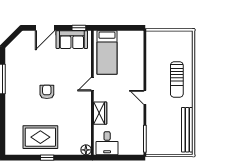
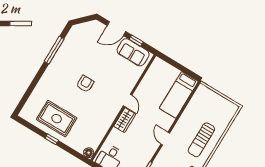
window: (79, 28) -> (136, 41), moved
bed: (107, 52) -> (179, 95), moved
door: (92, 84) -> (128, 100), swing flipped
wardrobe: (100, 113) -> (125, 120), moved

